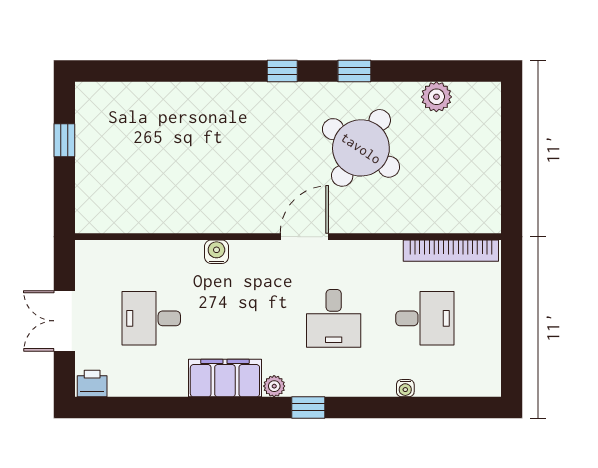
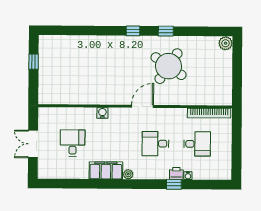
plant: (436, 97) -> (226, 43), moved
desk: (151, 318) -> (73, 143), turned 90
desk: (334, 318) -> (156, 144), turned 90
printer: (92, 384) -> (176, 173), moved
window: (308, 407) -> (174, 184), moved

